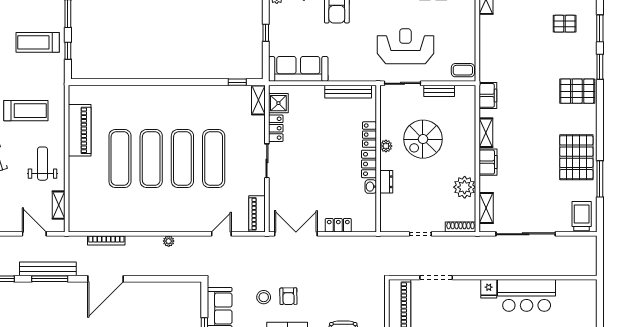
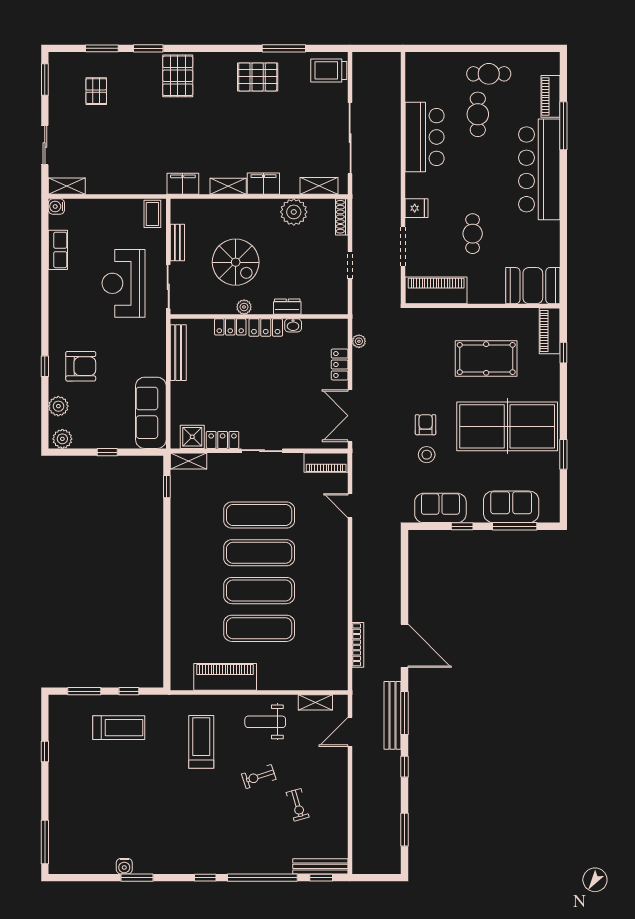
treadmill: (38, 42) -> (119, 728), turned -90
pallet: (576, 157) -> (258, 77), width x0.73, depth x0.71
plant: (169, 241) -> (359, 341), moved
fridge: (489, 289) -> (417, 208), moved
armchair: (288, 296) -> (426, 425), turned -89

